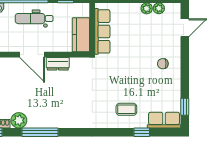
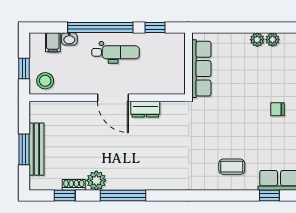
dental chair: (34, 19) -> (116, 52), turned 180
kitchen counter: (81, 35) -> (174, 73), removed
window: (142, 132) -> (269, 195), moved

